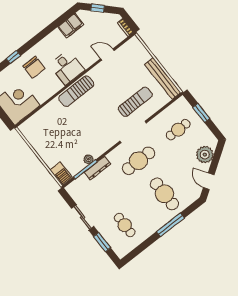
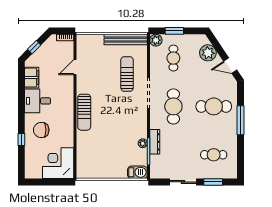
chair: (34, 67) -> (41, 130), turned 180
desk: (67, 67) -> (38, 101), moved, turned 180
plant: (182, 104) -> (156, 40), added

